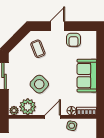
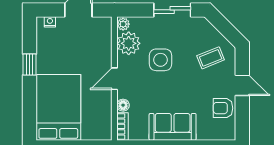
side table: (39, 84) -> (161, 60), turned 45
door: (53, 117) -> (114, 79), swing flipped
side table: (72, 126) -> (102, 106), removed

